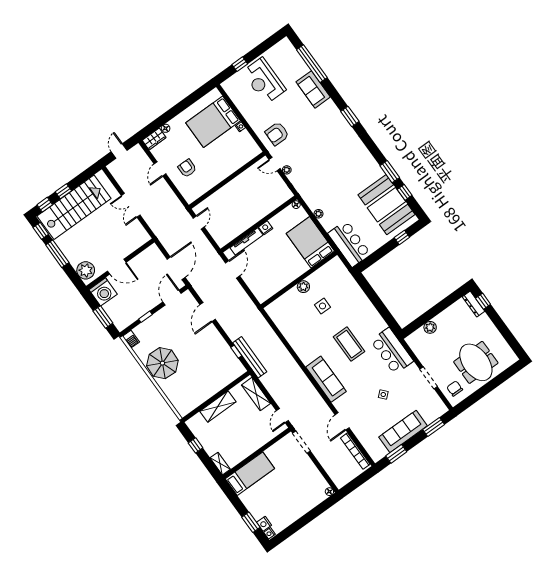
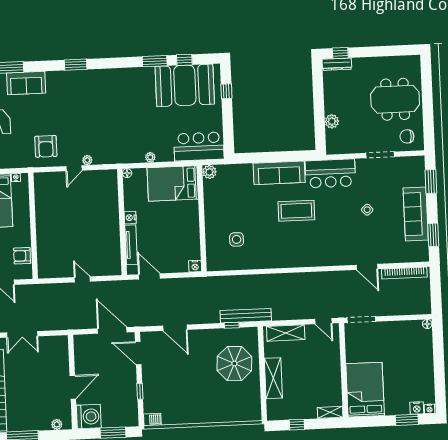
wall: (227, 180) -> (33, 226), moved
plant: (86, 270) -> (57, 424), width x0.53, depth x0.53
plant: (303, 287) -> (209, 172), moved
nightstand: (261, 297) -> (195, 266), added
side table: (323, 306) -> (237, 239), moved
parasol: (162, 363) -> (234, 364), moved
sofa: (326, 379) -> (279, 173), moved, turned 180
bed: (250, 474) -> (365, 390), width x1.50

